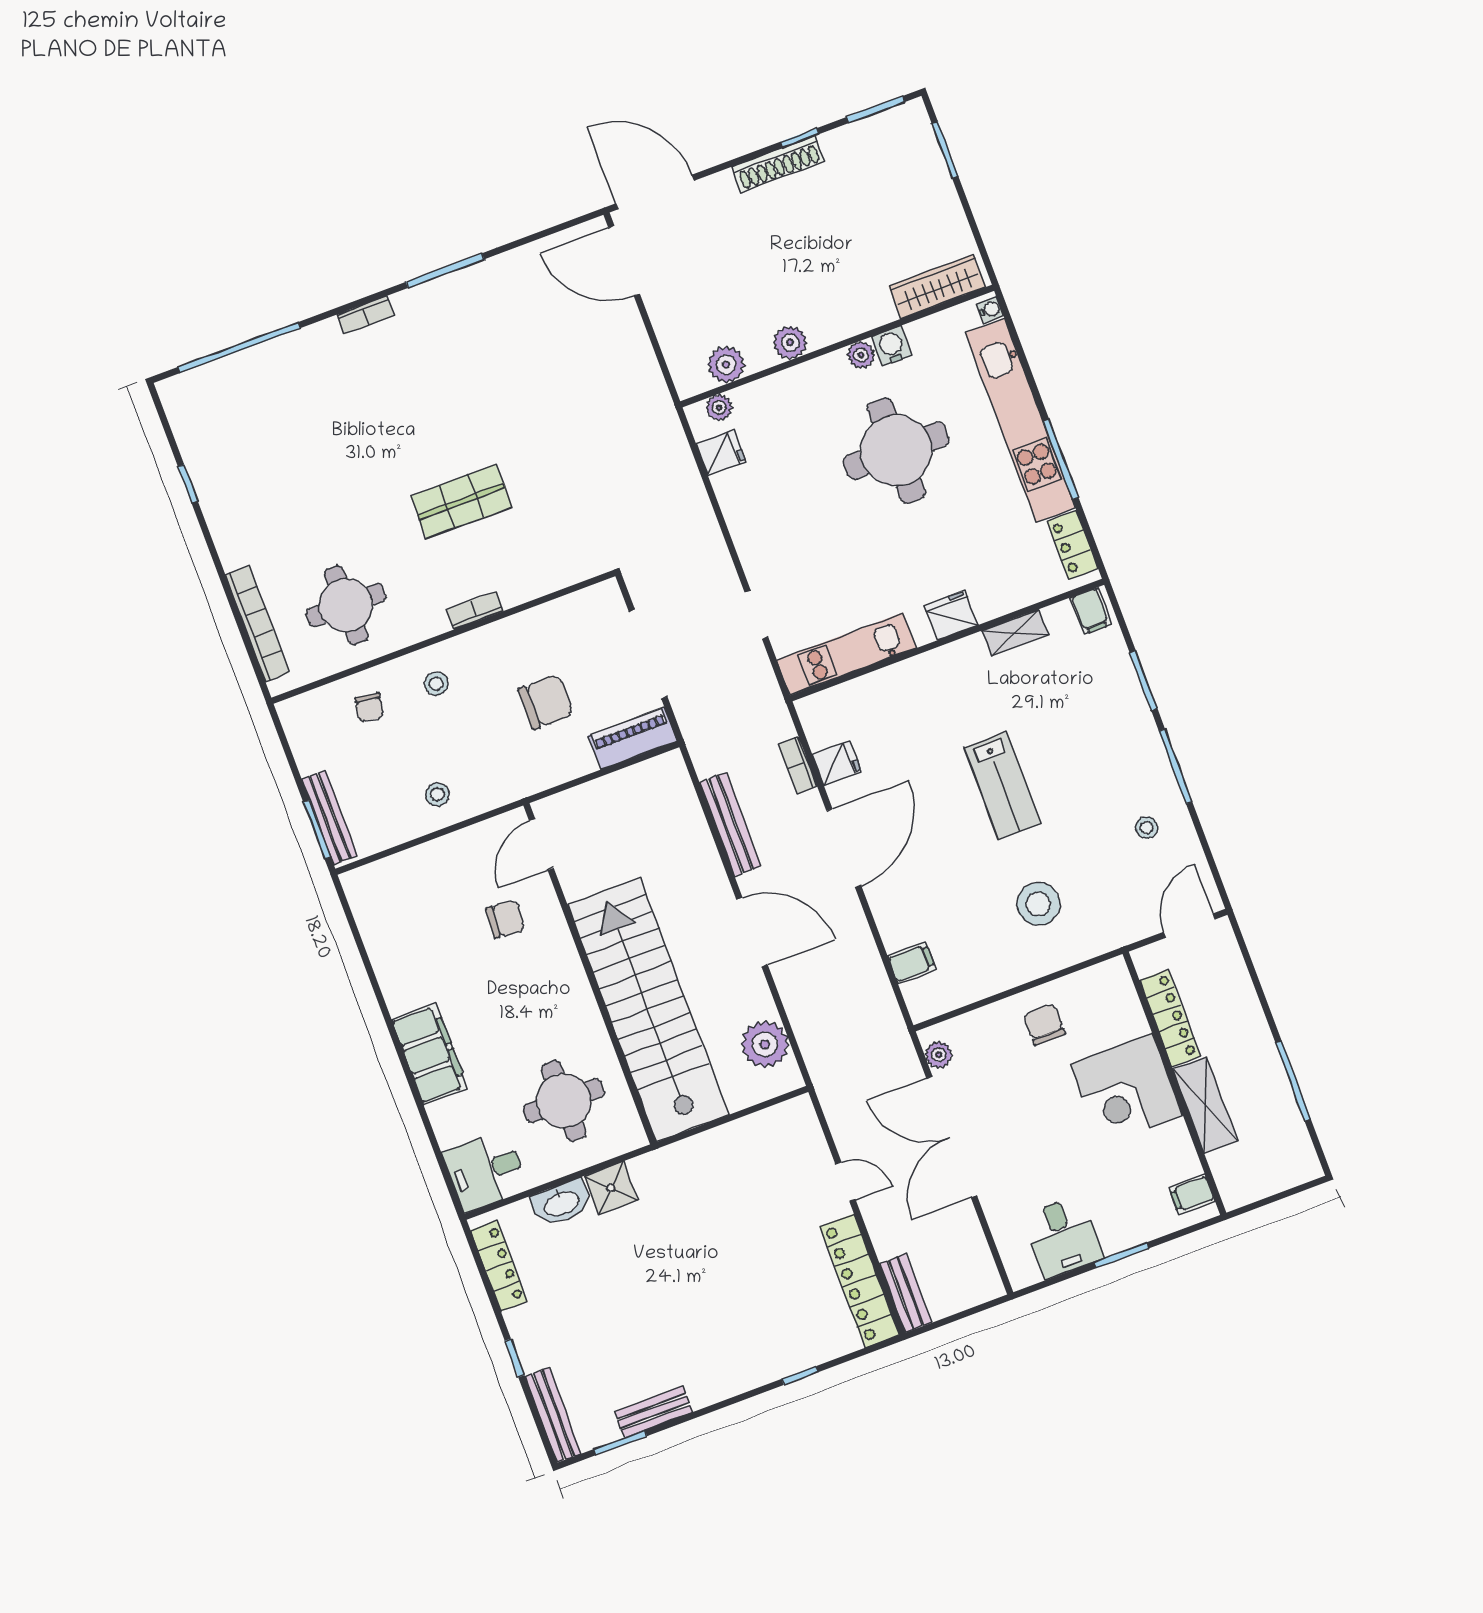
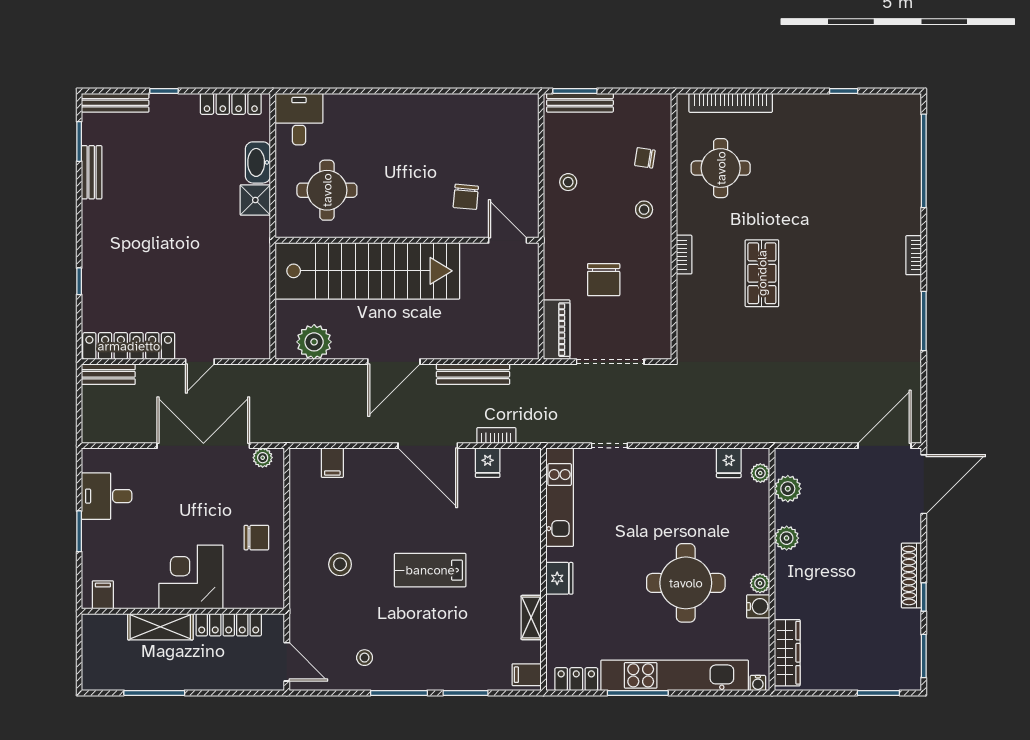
stool: (1038, 904) -> (340, 564), width x0.73, depth x0.73
filing cabinet: (430, 1054) -> (393, 111), removed

